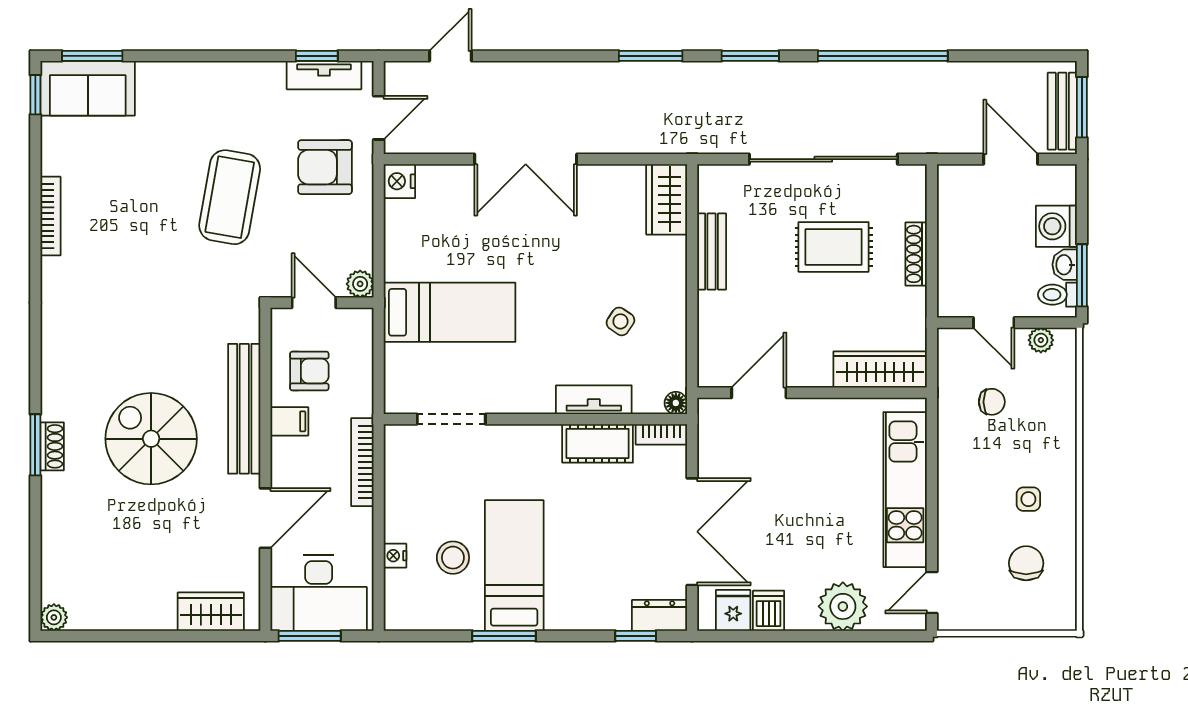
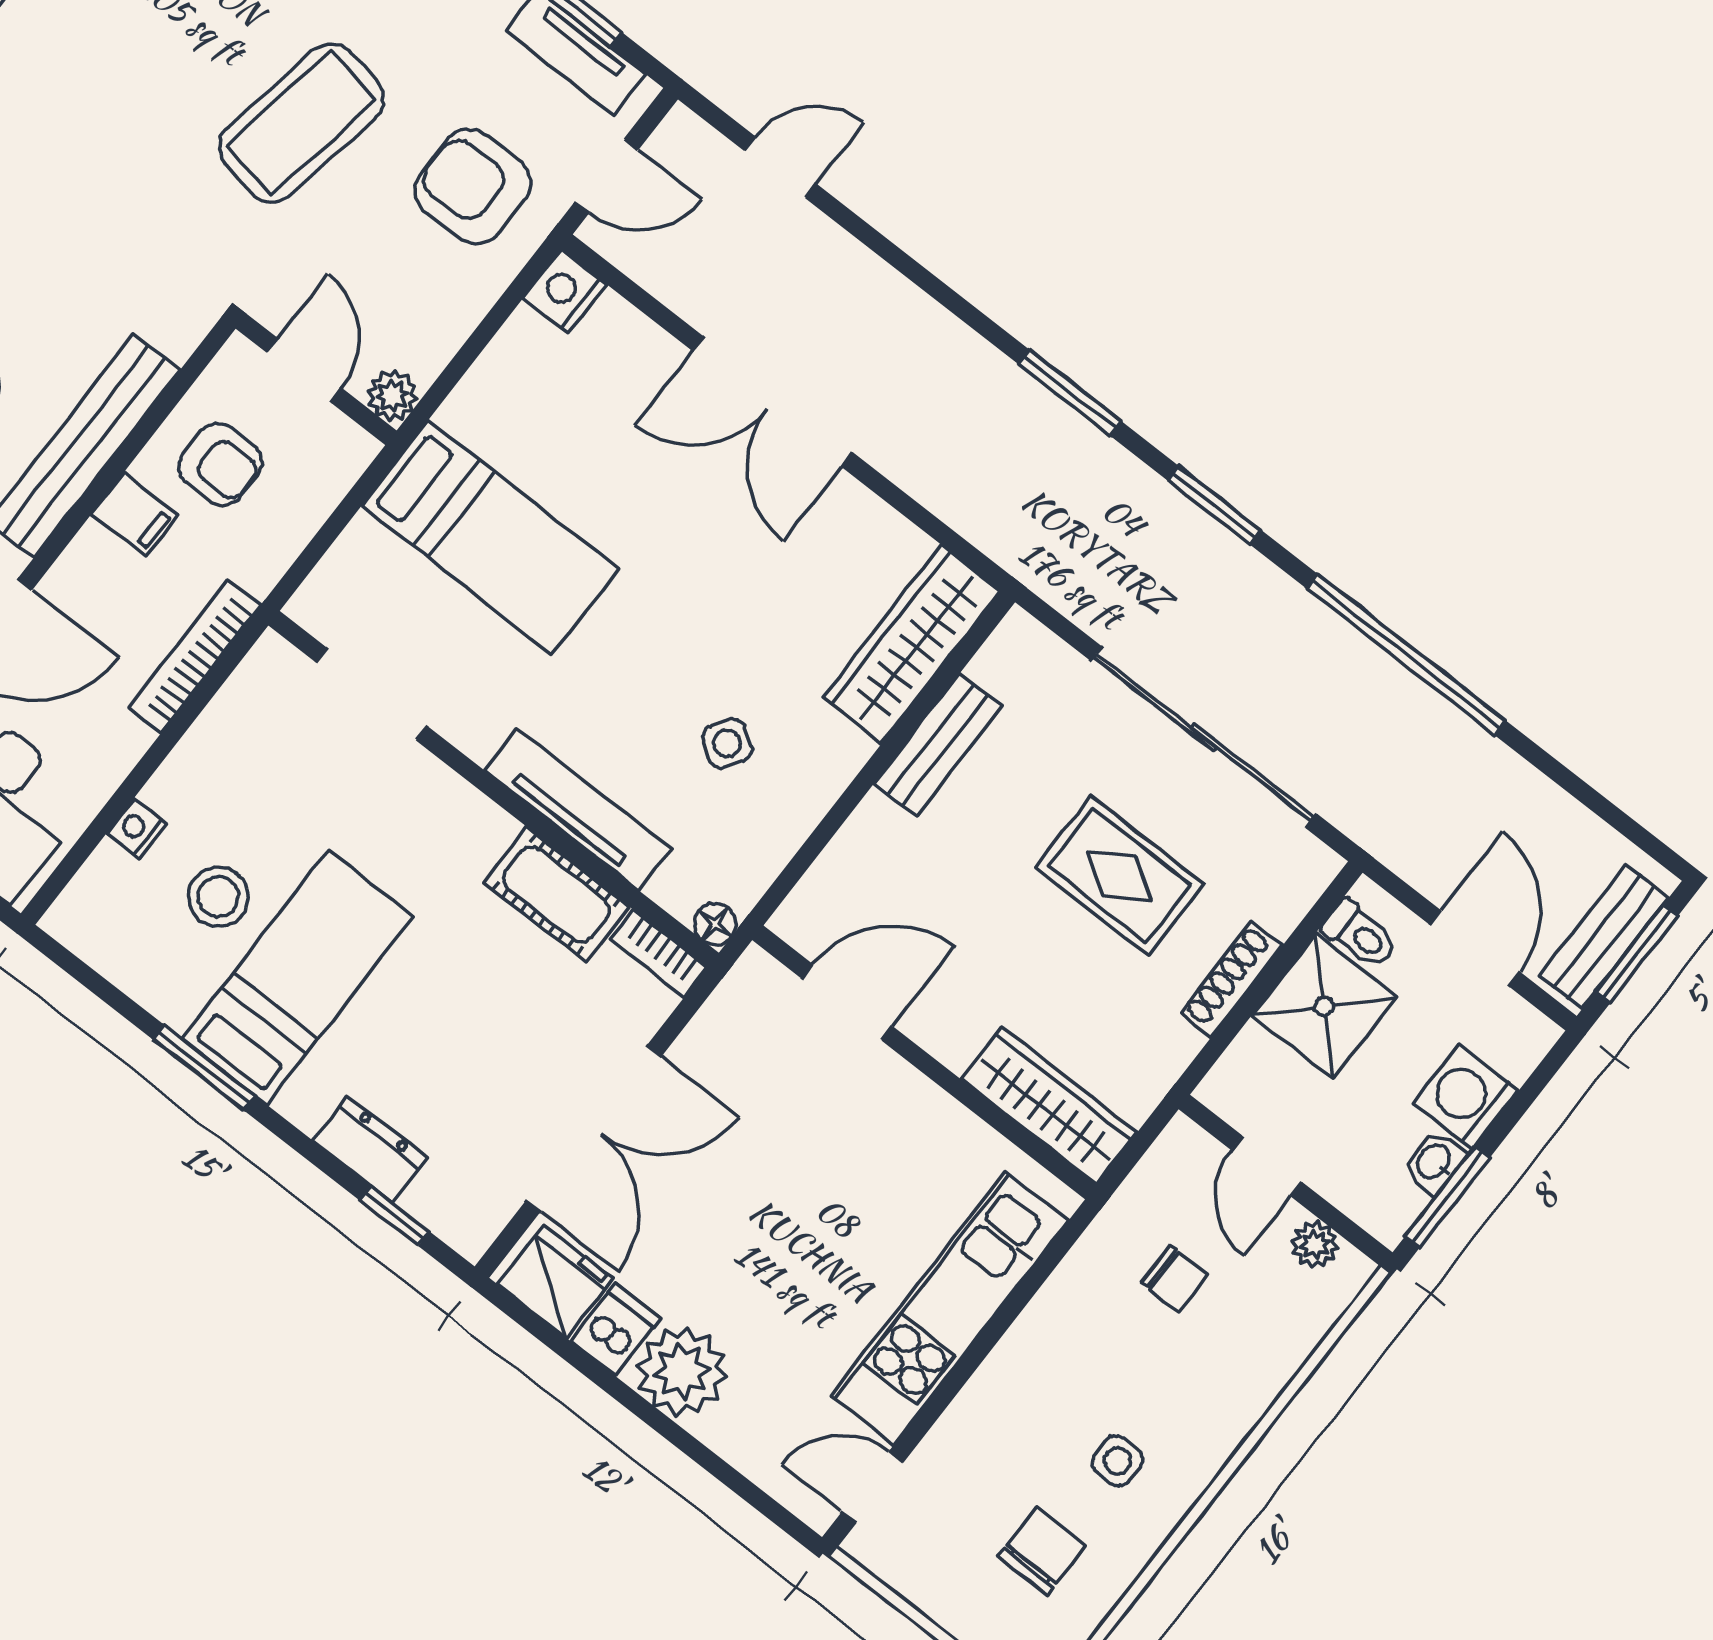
wardrobe: (667, 199) -> (912, 644), width x1.50
shower: (965, 235) -> (1324, 1006), added
toilet: (1057, 295) -> (1360, 934), moved, turned 180
tv unit: (594, 400) -> (578, 809), width x1.41
plant: (843, 606) -> (682, 1371), moved
fridge: (733, 610) -> (555, 1281), width x1.38
dresser: (660, 615) -> (370, 1149), moved

